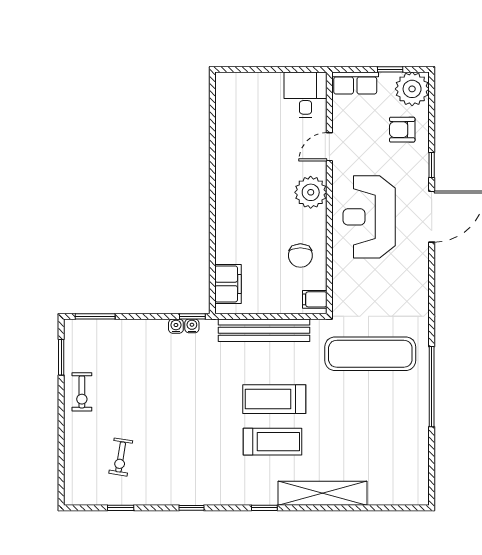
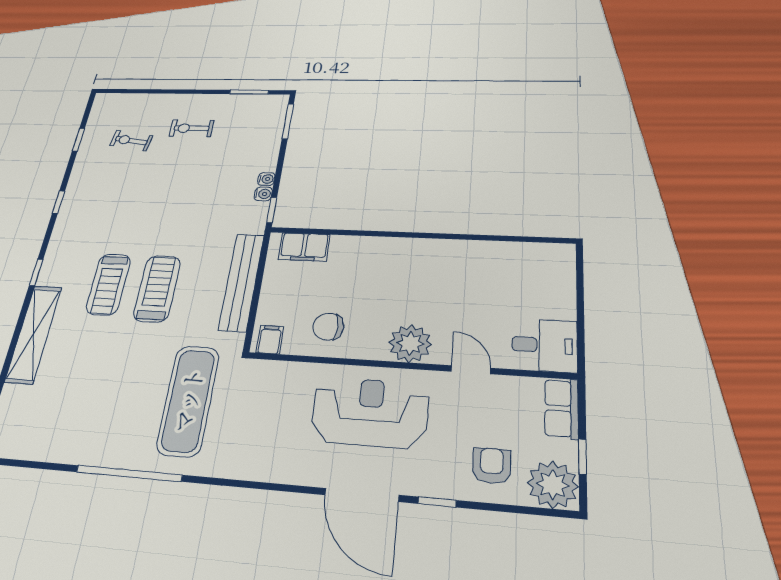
water cooler: (192, 326) -> (266, 179), moved
exercise bike: (82, 392) -> (192, 128), moved

